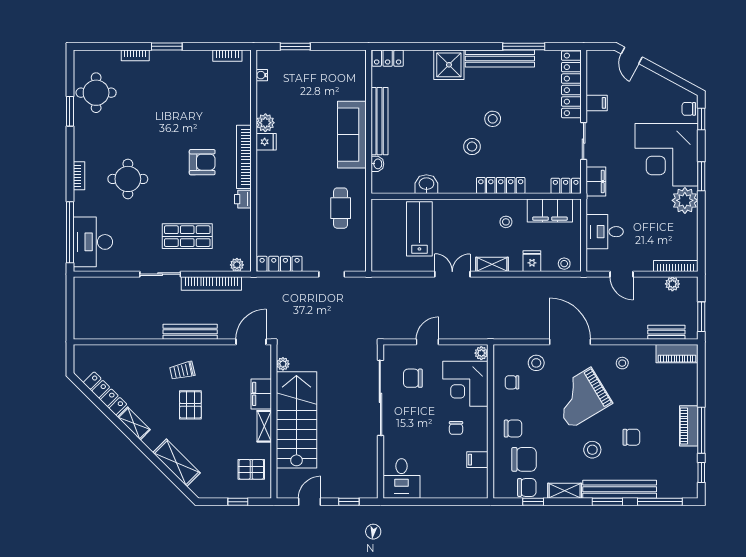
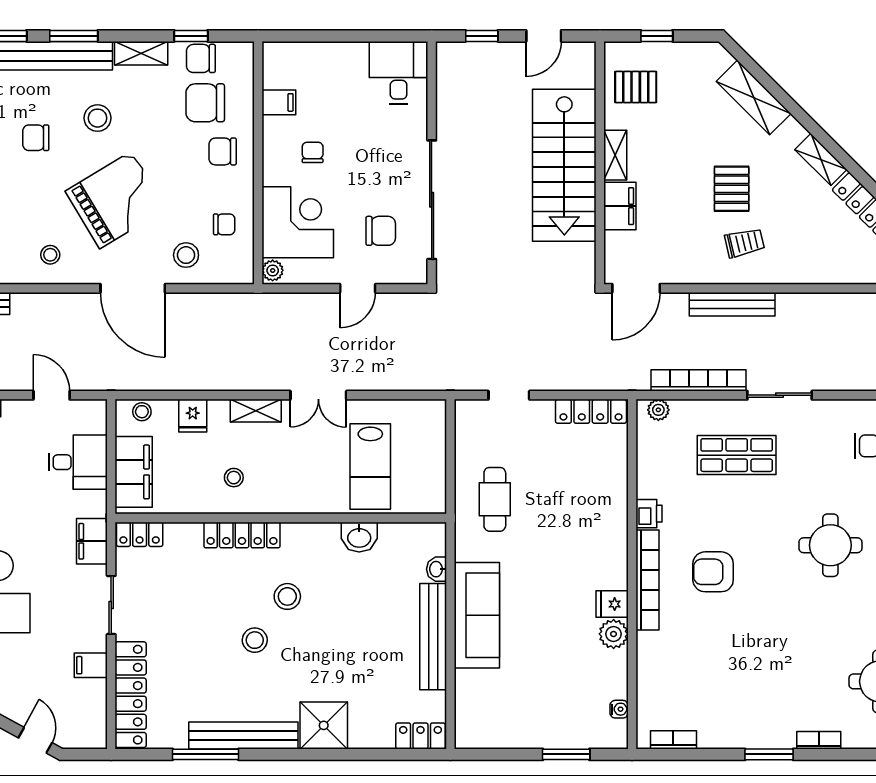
filing cabinet: (550, 210) -> (134, 472), moved, turned 90
plant: (283, 364) -> (586, 254), removed

